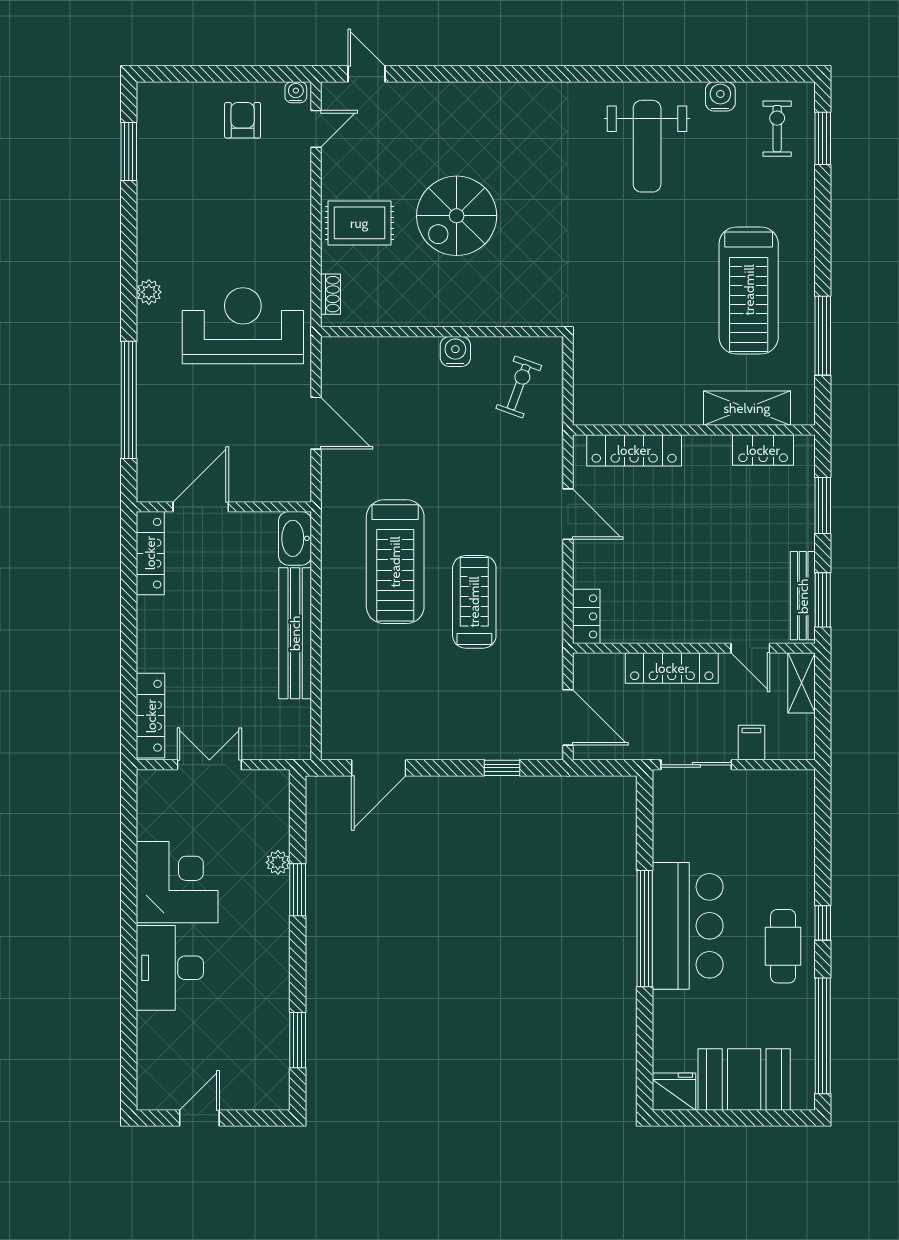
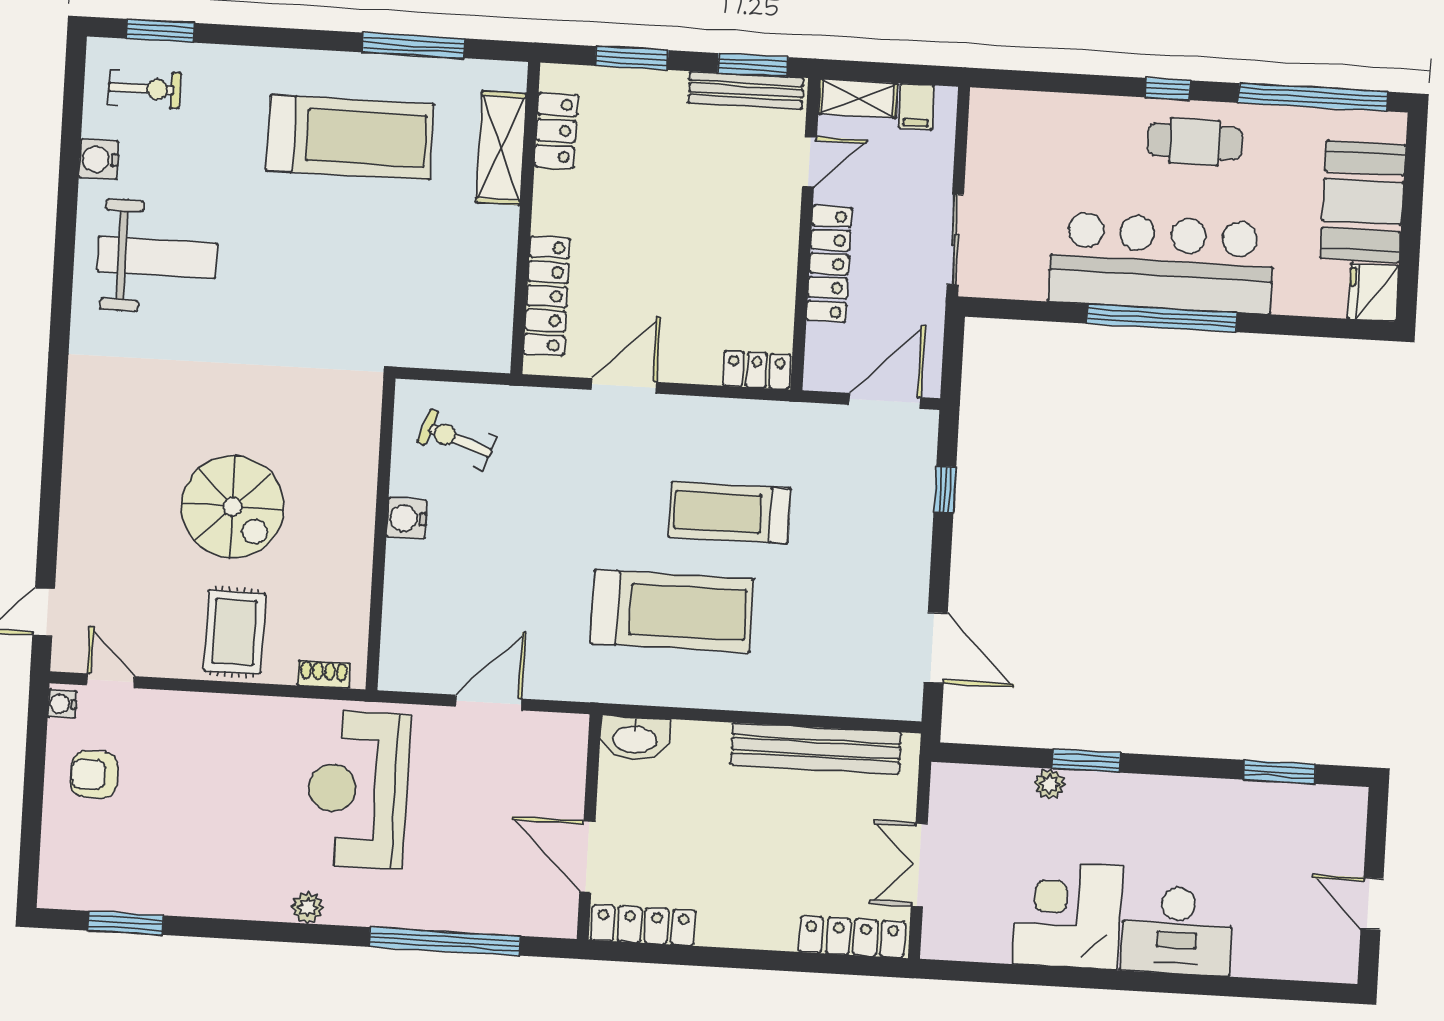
exercise bike: (777, 129) -> (144, 89), turned 180
bench: (295, 633) -> (816, 748), moved
filing cabinet: (751, 743) -> (916, 107), moved, turned -90
bar counter: (688, 926) -> (1161, 263), width x1.36

